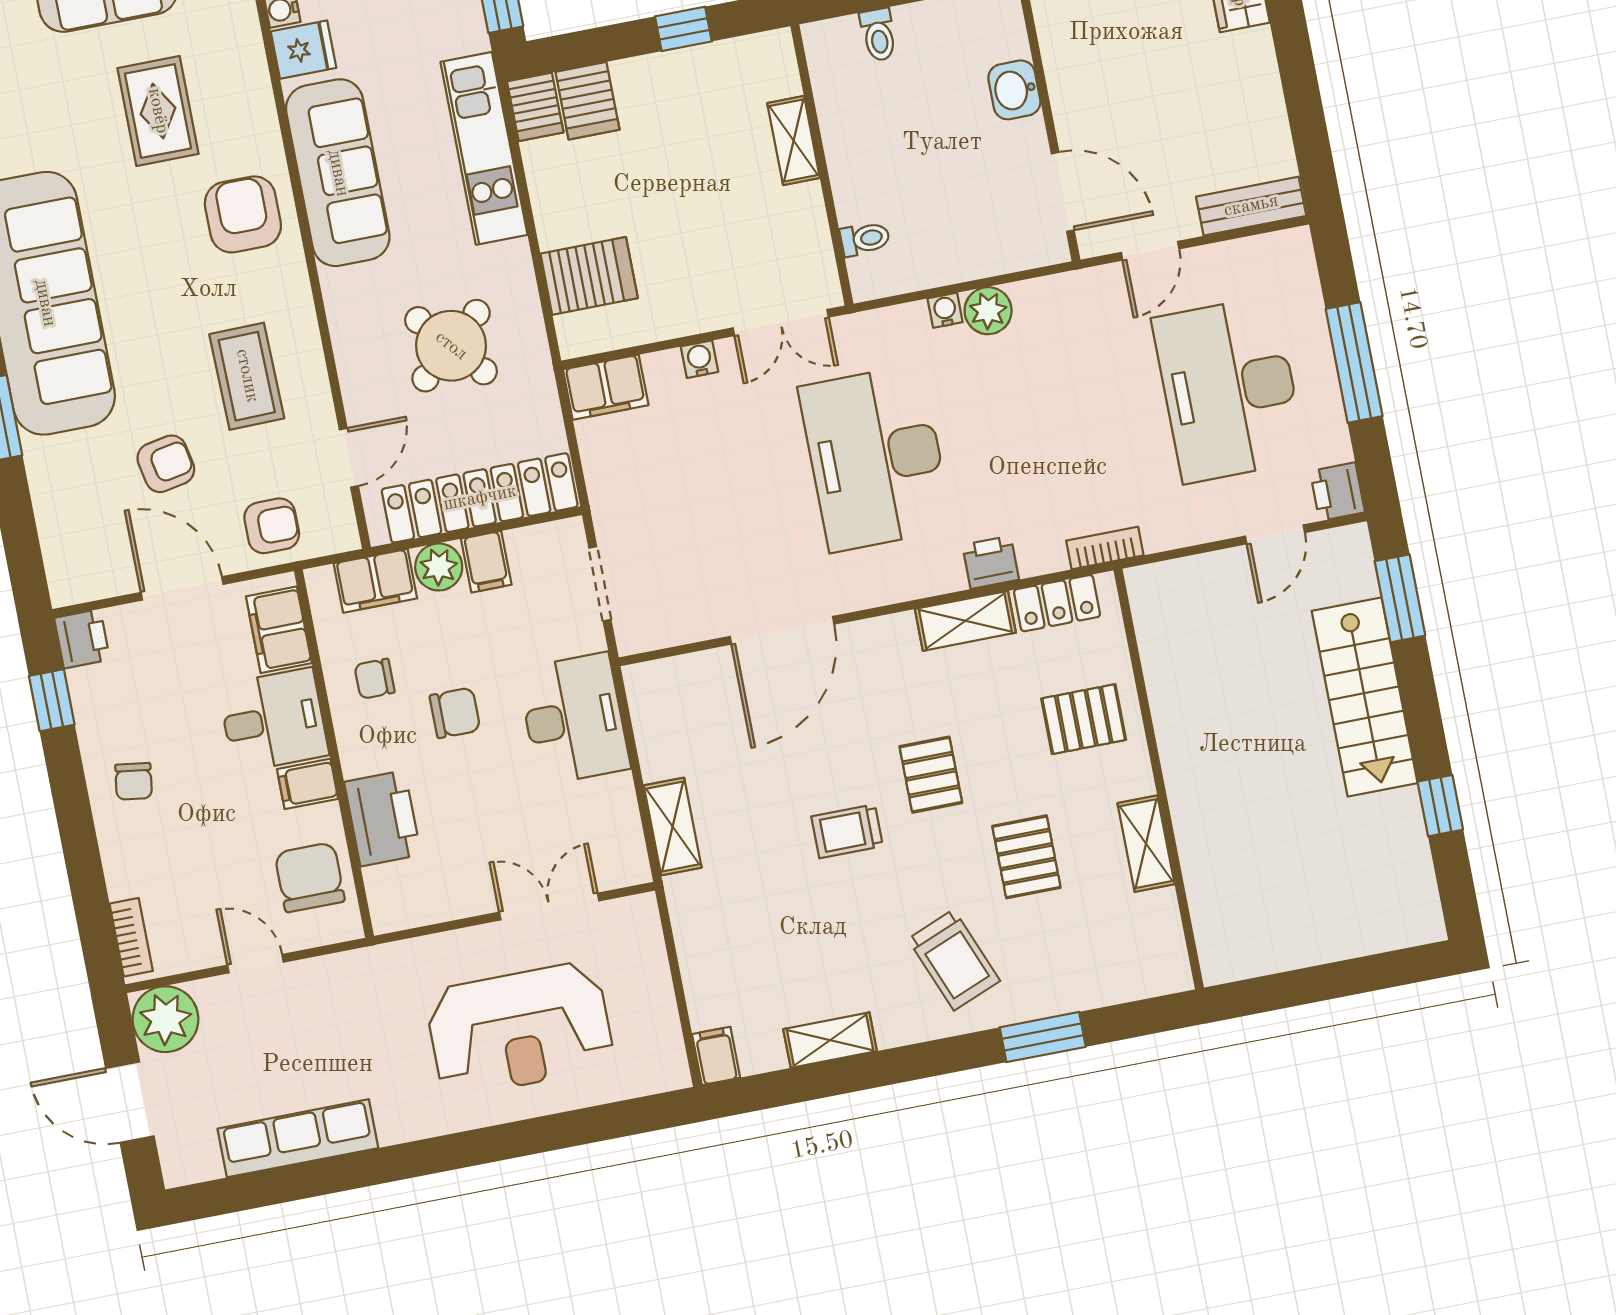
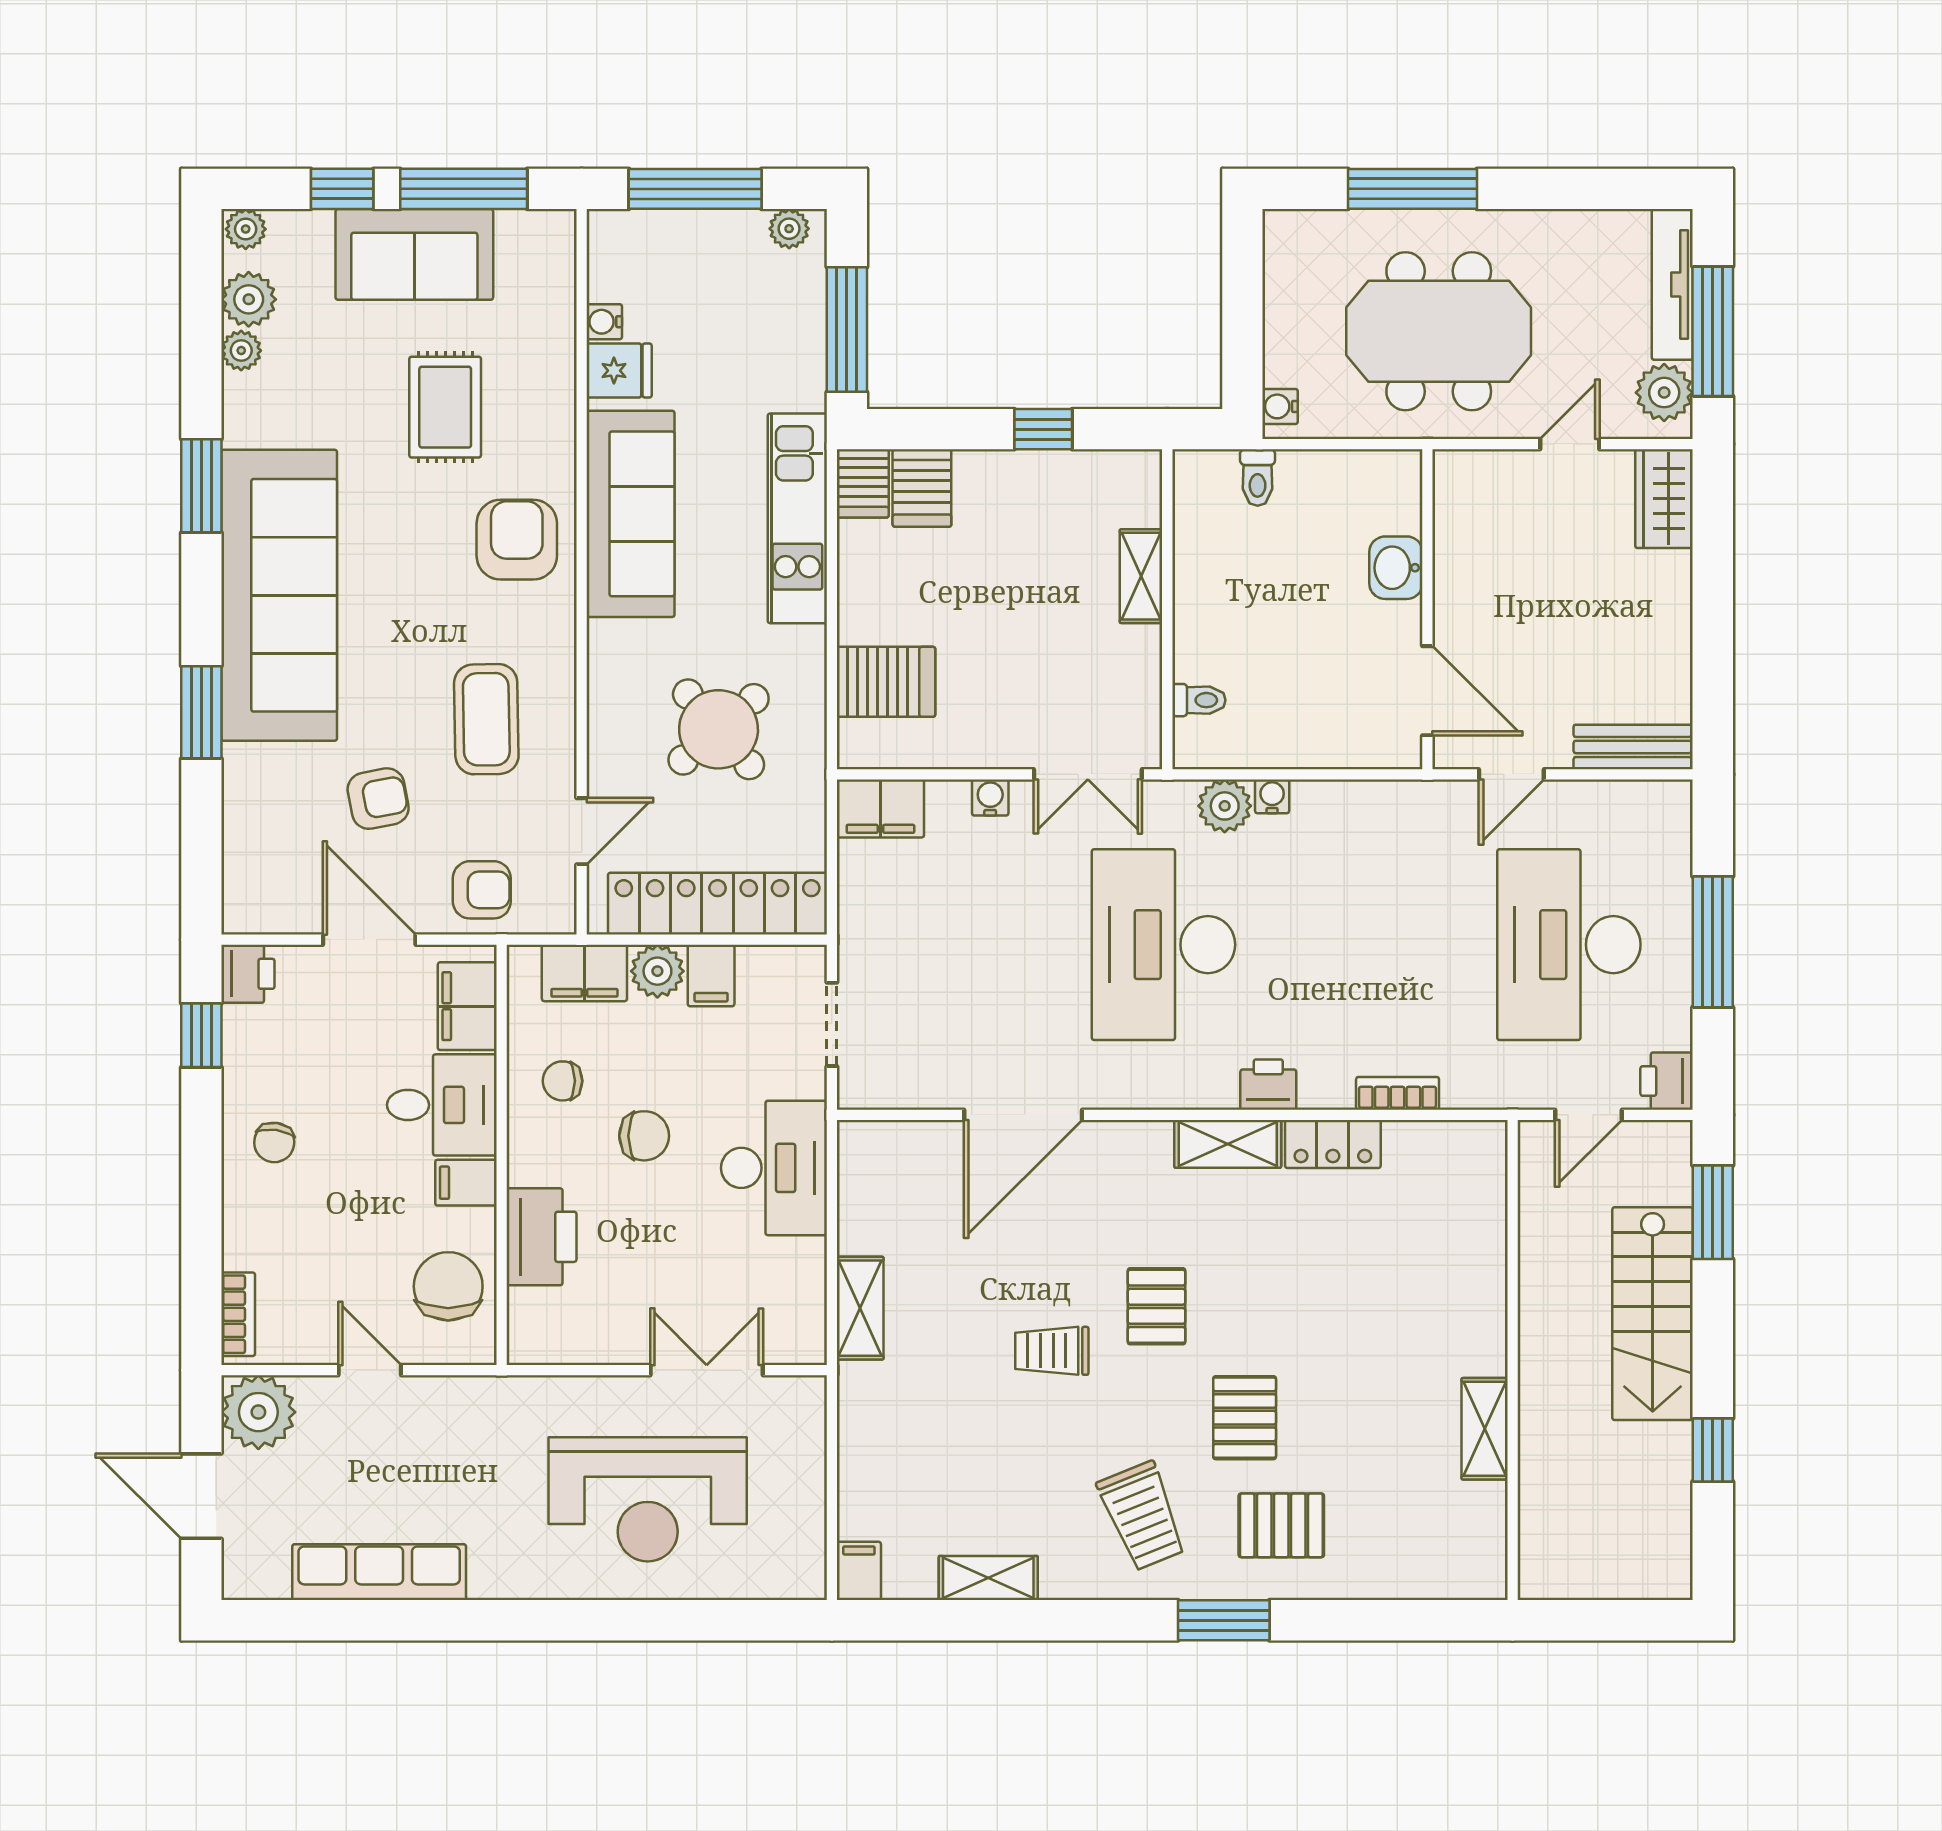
plant: (988, 311) -> (1225, 806), moved
pallet: (1084, 719) -> (1281, 1525), moved
wall: (1159, 779) -> (1513, 1360), moved
shelving: (1146, 844) -> (1485, 1429), moved

